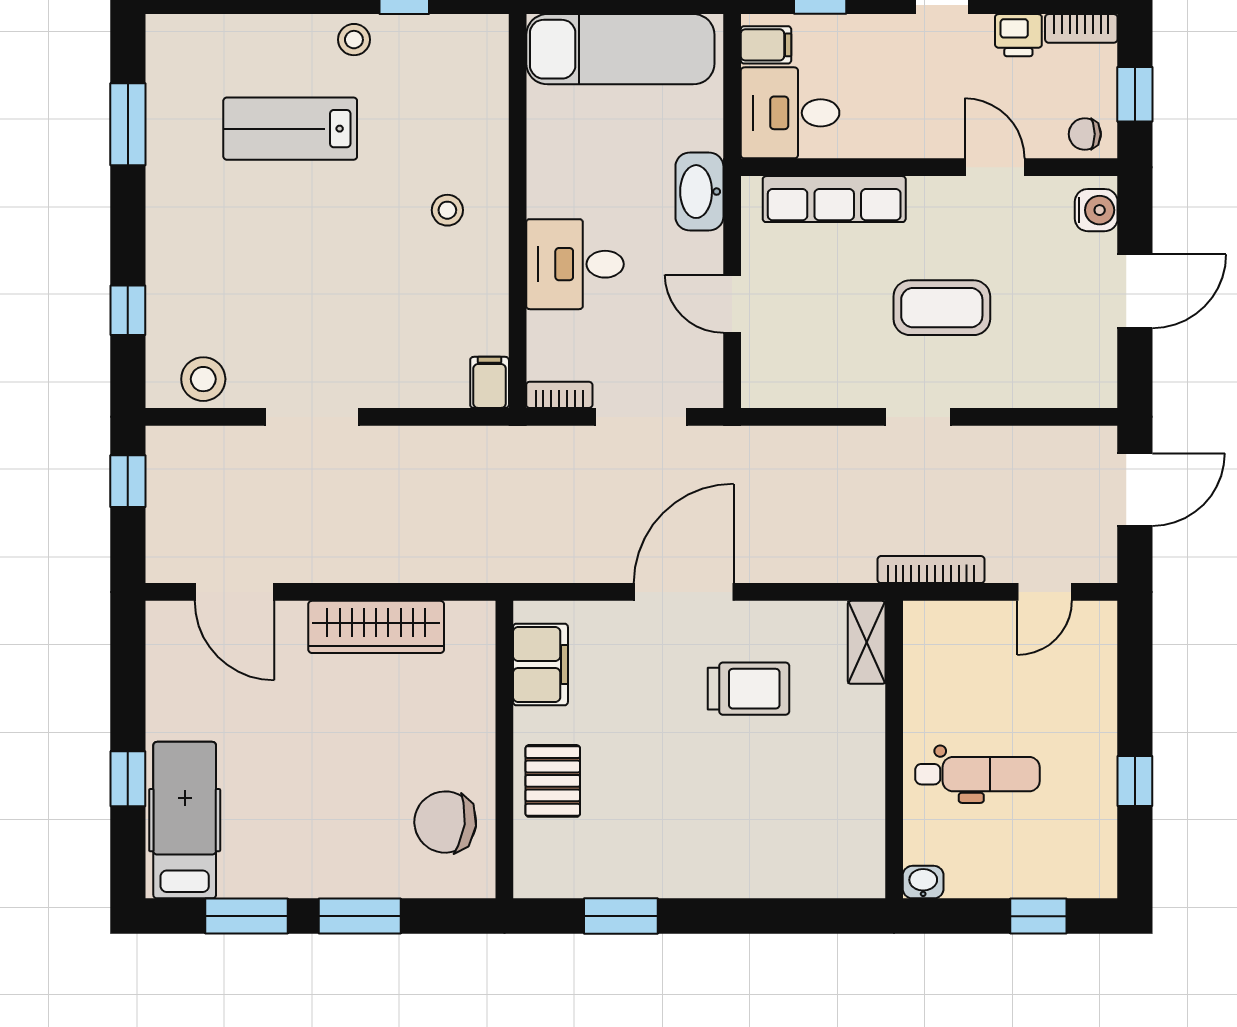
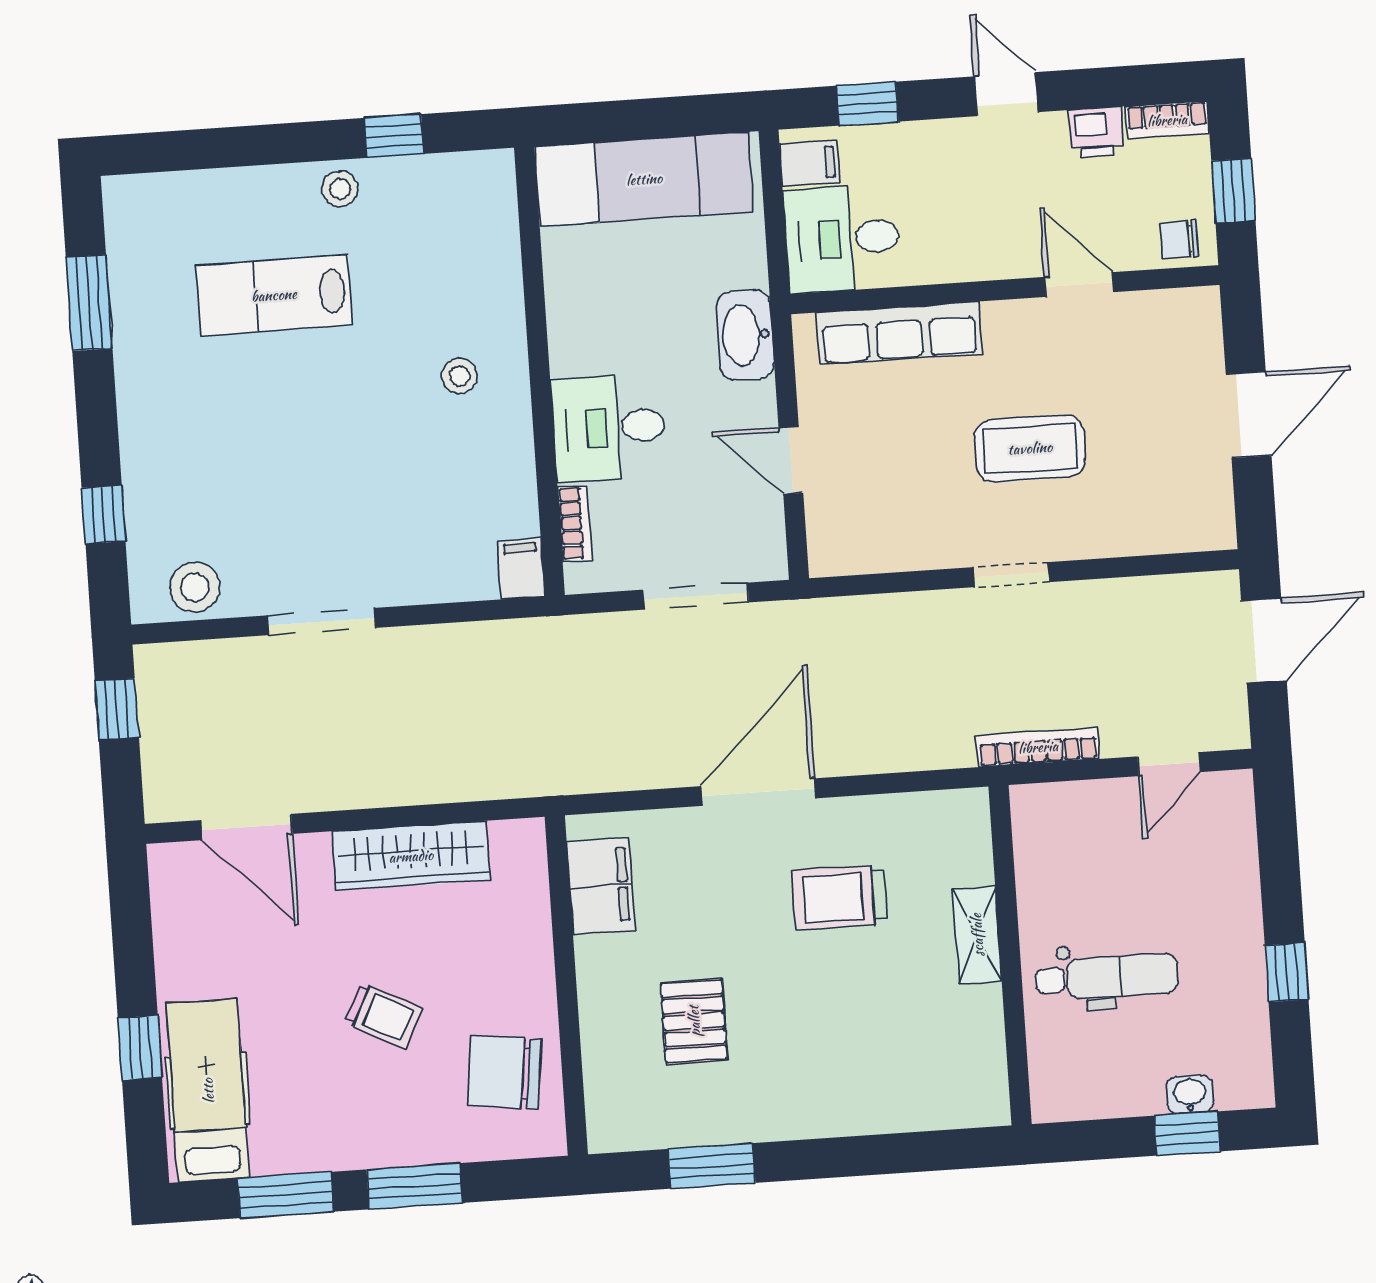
water cooler: (1096, 210) -> (1198, 325), removed
bookcase: (559, 395) -> (575, 523), moved, turned 90
shelving: (867, 642) -> (977, 935), moved
trolley: (749, 689) -> (840, 897), turned 180
trolley: (343, 765) -> (383, 1016), added
pallet: (553, 781) -> (694, 1021), moved
washbasin: (923, 882) -> (1190, 1095), moved

